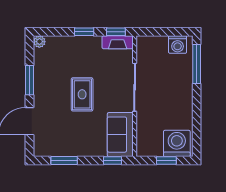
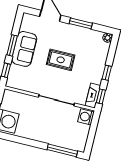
washing machine: (178, 45) -> (86, 117), moved
sofa: (120, 135) -> (24, 49), moved, turned 90
window: (64, 161) -> (12, 45), moved

